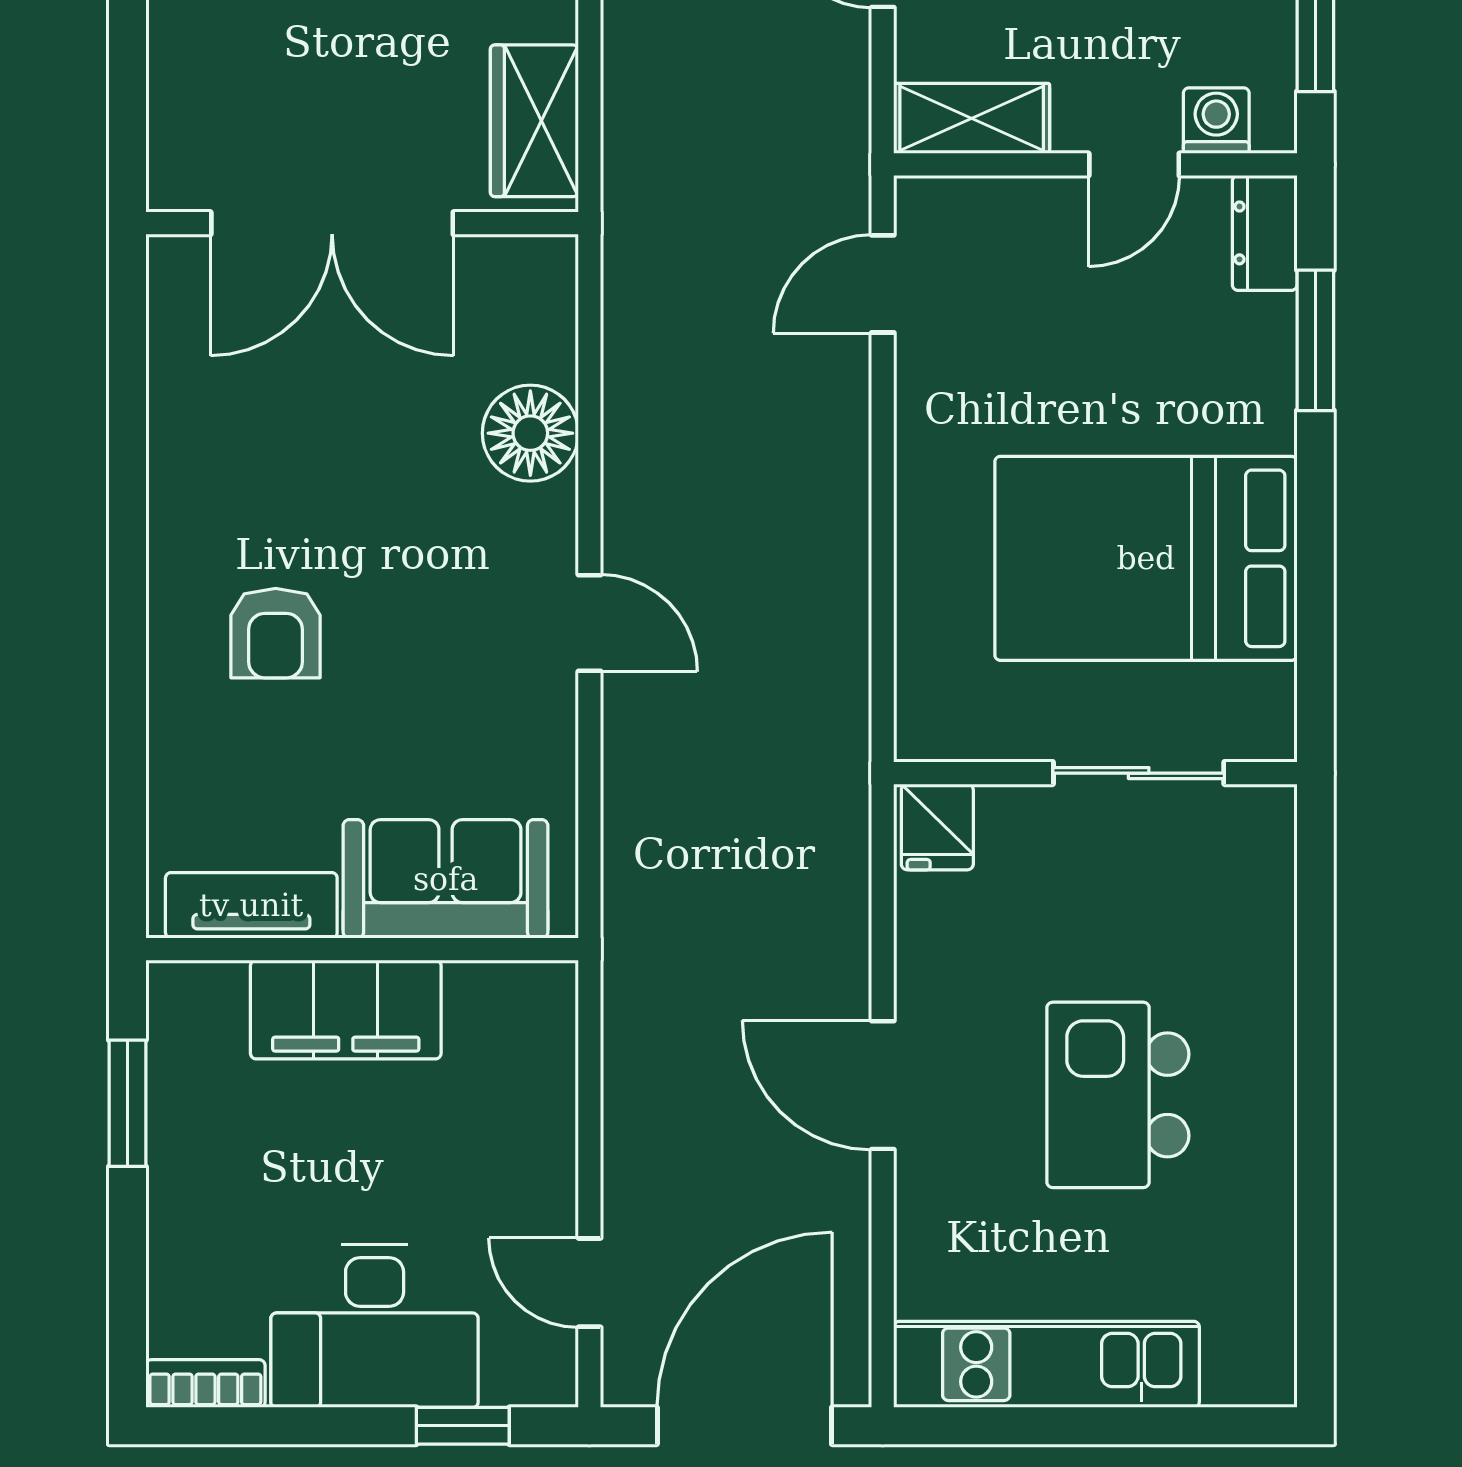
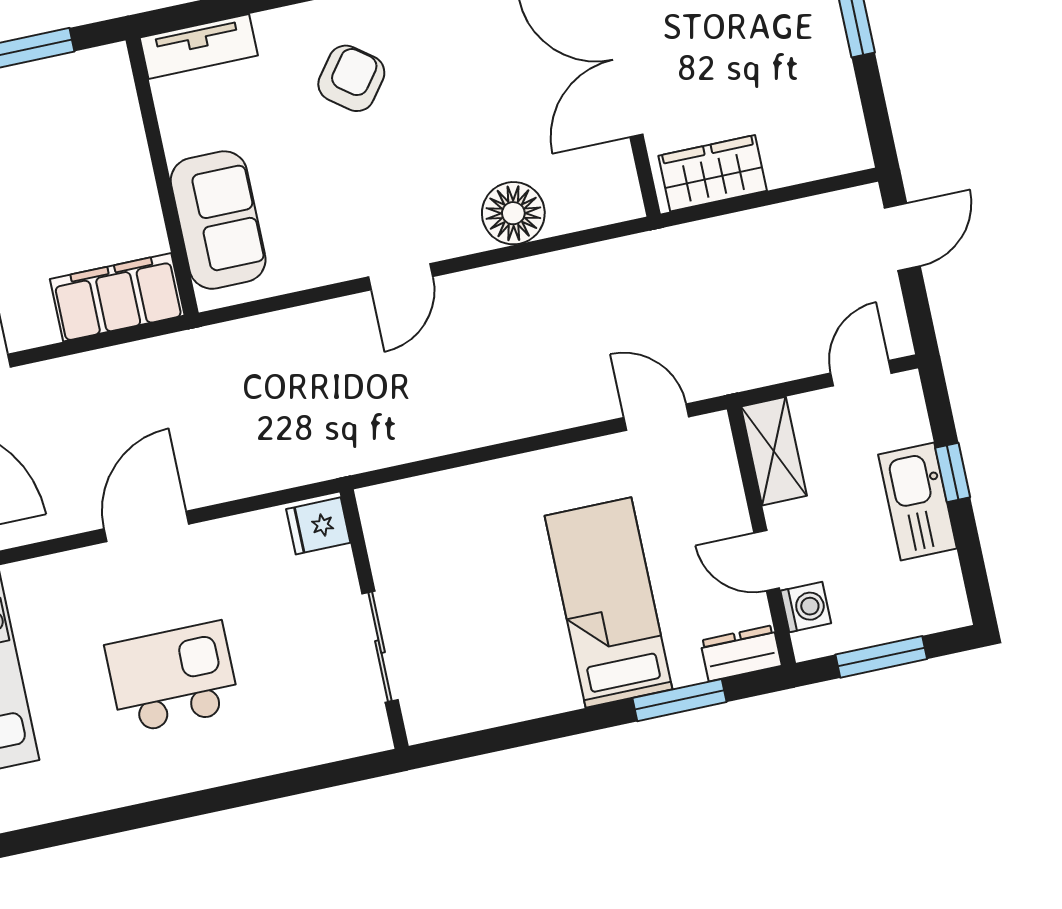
bed: (1146, 558) -> (609, 603), moved, width x0.67
armchair: (276, 633) -> (351, 78), turned 127
tv unit: (251, 905) -> (199, 47), moved, turned 90
filing cabinet: (346, 1010) -> (117, 297), moved, turned 90

